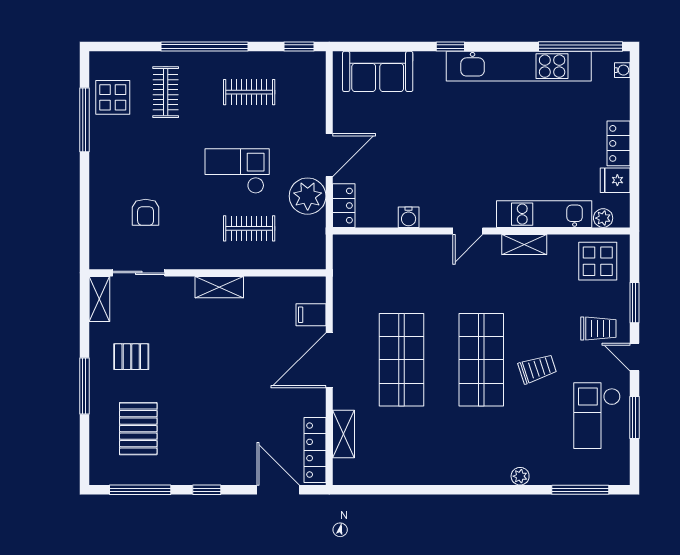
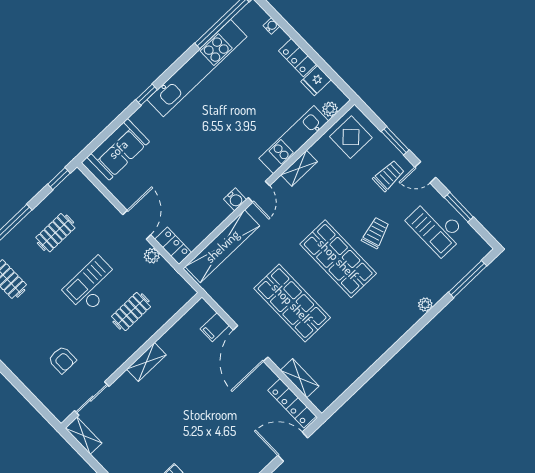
water cooler: (622, 70) -> (271, 26), moved
plant: (308, 196) -> (152, 256), width x0.53, depth x0.53
water cooler: (409, 217) -> (235, 199), moved
shelving: (388, 249) -> (222, 246), added
pallet: (131, 357) -> (134, 451), removed

